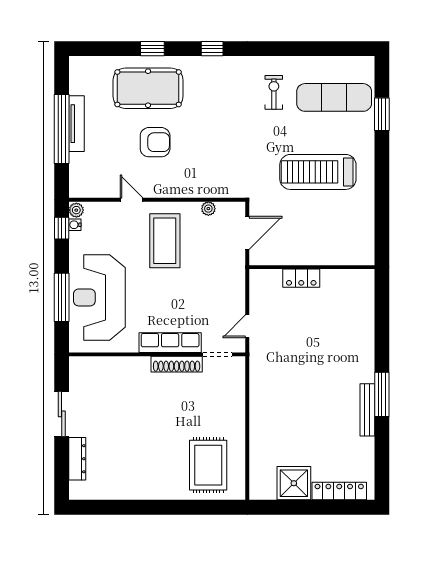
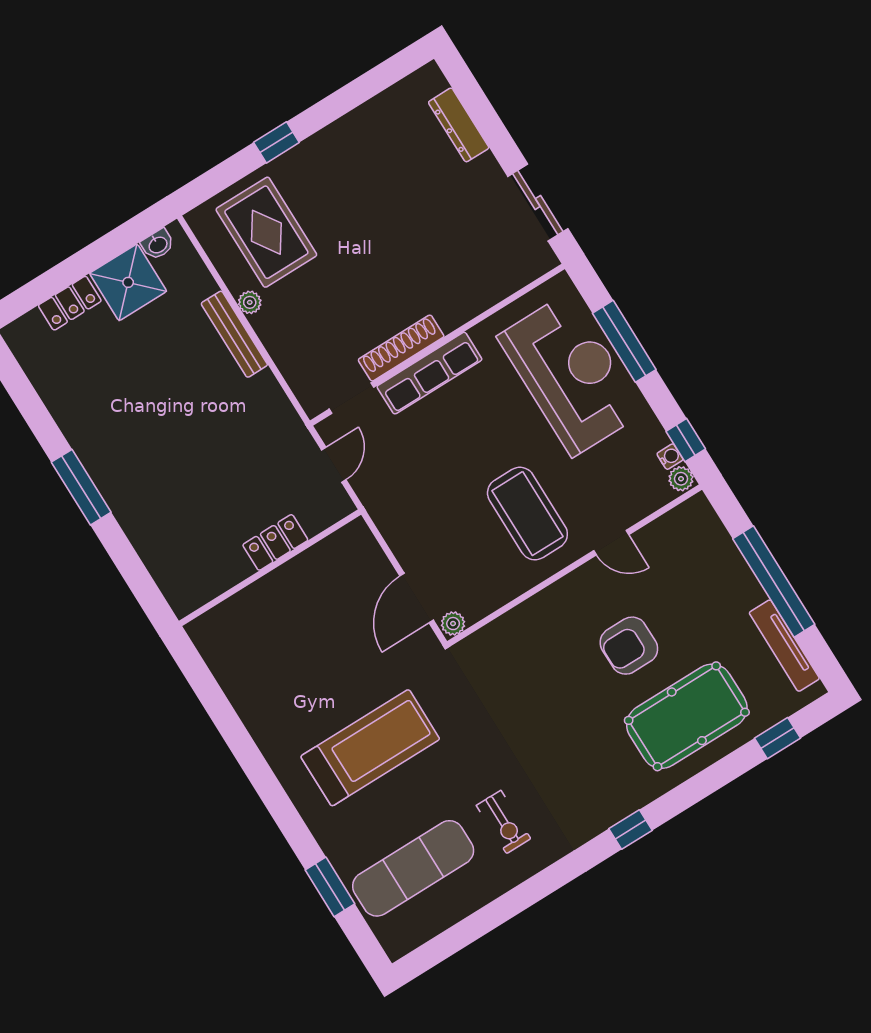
window: (152, 49) -> (777, 738), moved
tv unit: (77, 124) -> (784, 646), moved
plant: (208, 209) -> (453, 624), moved
wall: (312, 267) -> (270, 568), moved
locker: (301, 278) -> (275, 542), moved
bench: (367, 410) -> (234, 334), moved
sliding door: (62, 414) -> (538, 202), moved
plant: (239, 435) -> (250, 302), added
locker: (339, 491) -> (70, 303), width x0.66
washbasin: (267, 493) -> (158, 244), added
window: (175, 507) -> (276, 142), added

